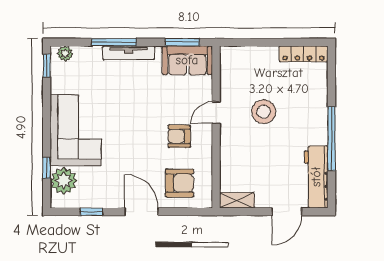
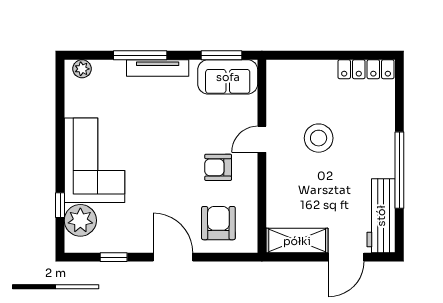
window: (47, 66) -> (60, 83), removed
armchair: (180, 183) -> (218, 223), turned -90
shelving: (237, 200) -> (297, 241), width x1.50, depth x1.33

